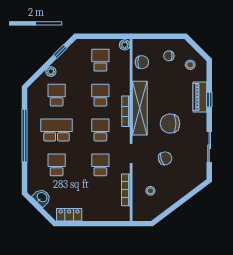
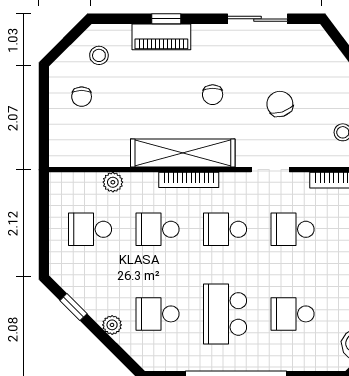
plant: (125, 45) -> (113, 182), moved
chair: (142, 62) -> (94, 149), removed
chair: (170, 124) -> (213, 95), width x0.54, depth x0.54

